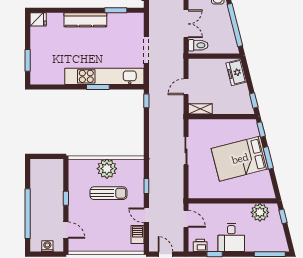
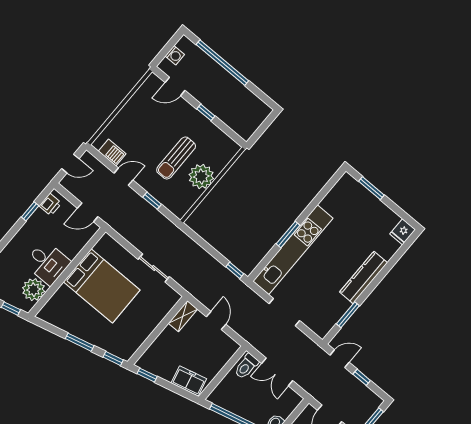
bed: (240, 159) -> (102, 286), moved, turned 104
desk: (231, 237) -> (47, 263), moved, turned 180

